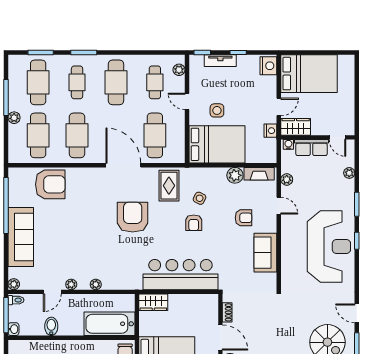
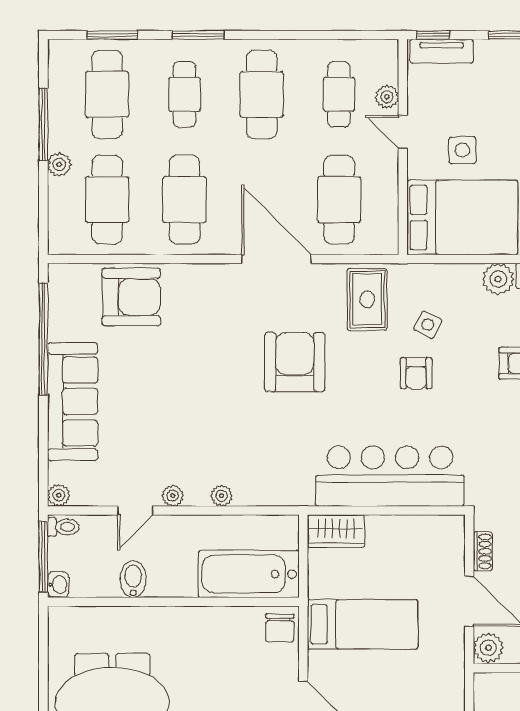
tv unit: (220, 61) -> (442, 51), moved
plant: (179, 70) -> (387, 97), moved

